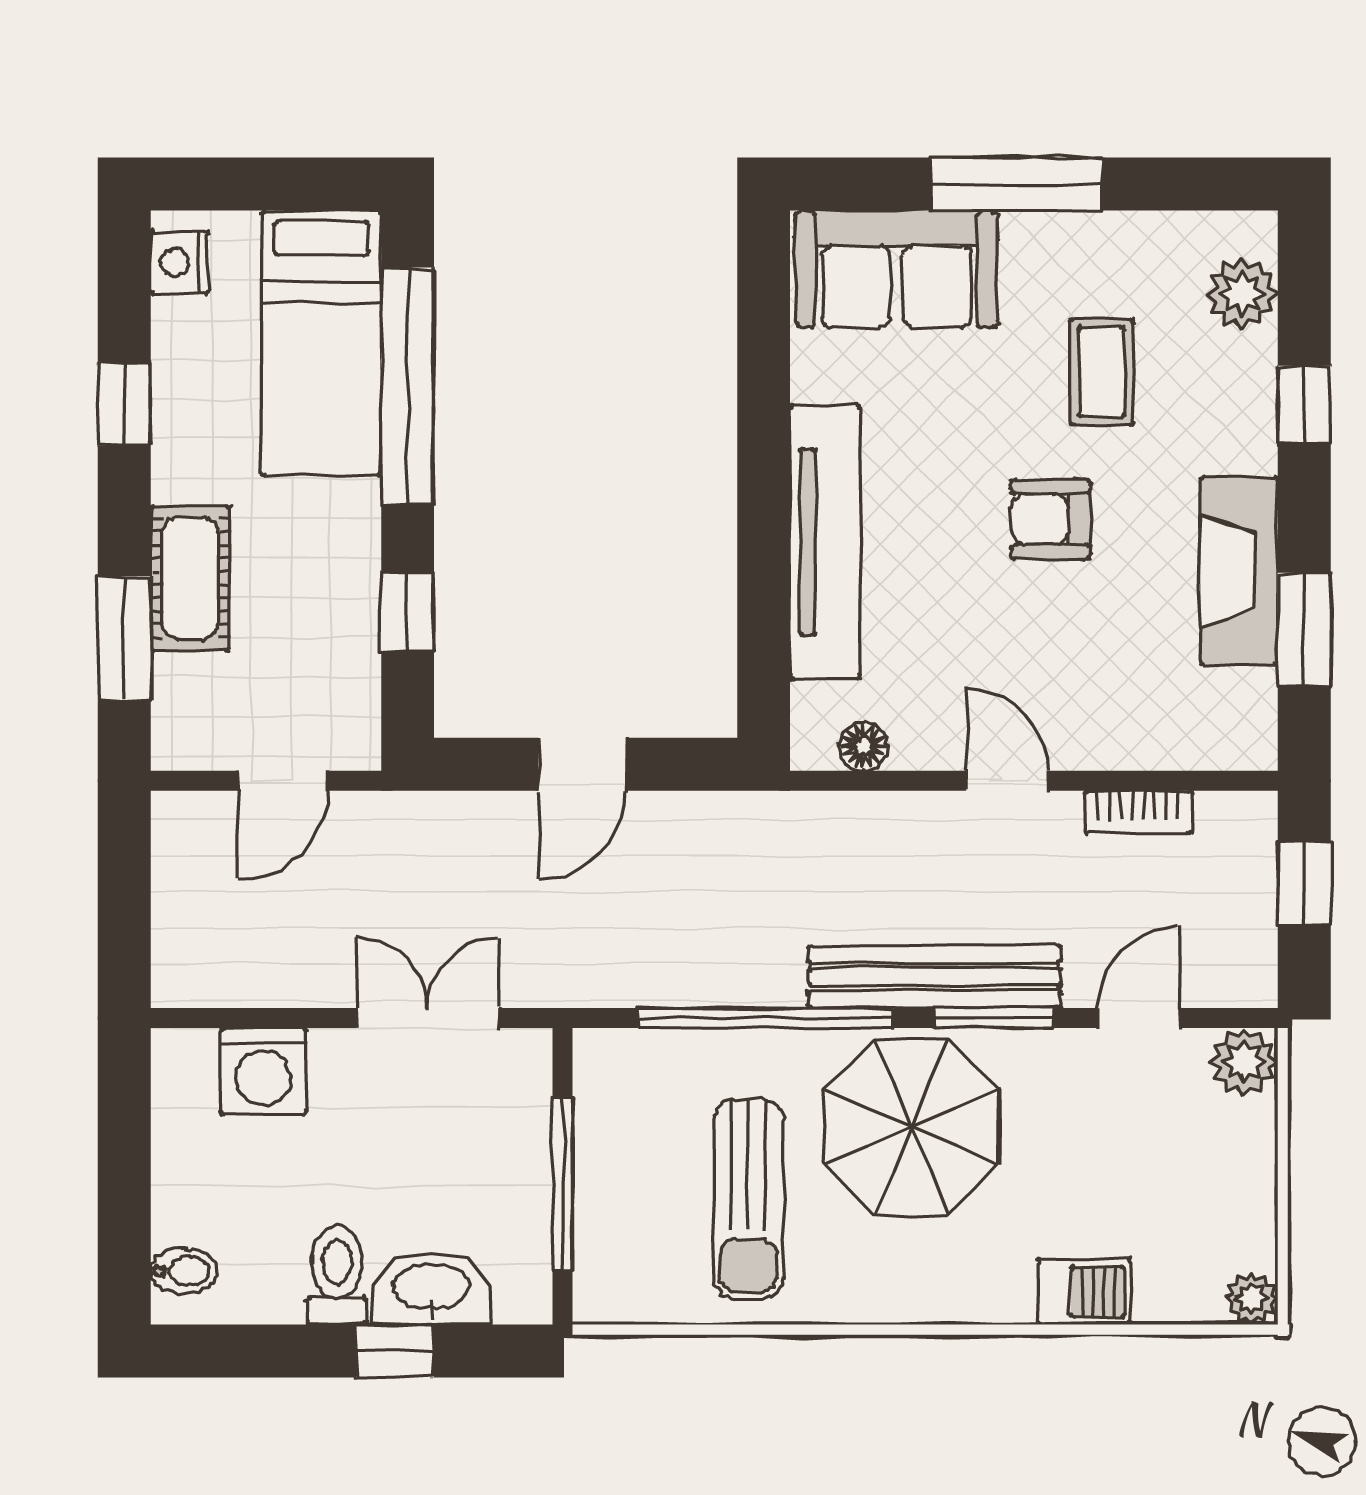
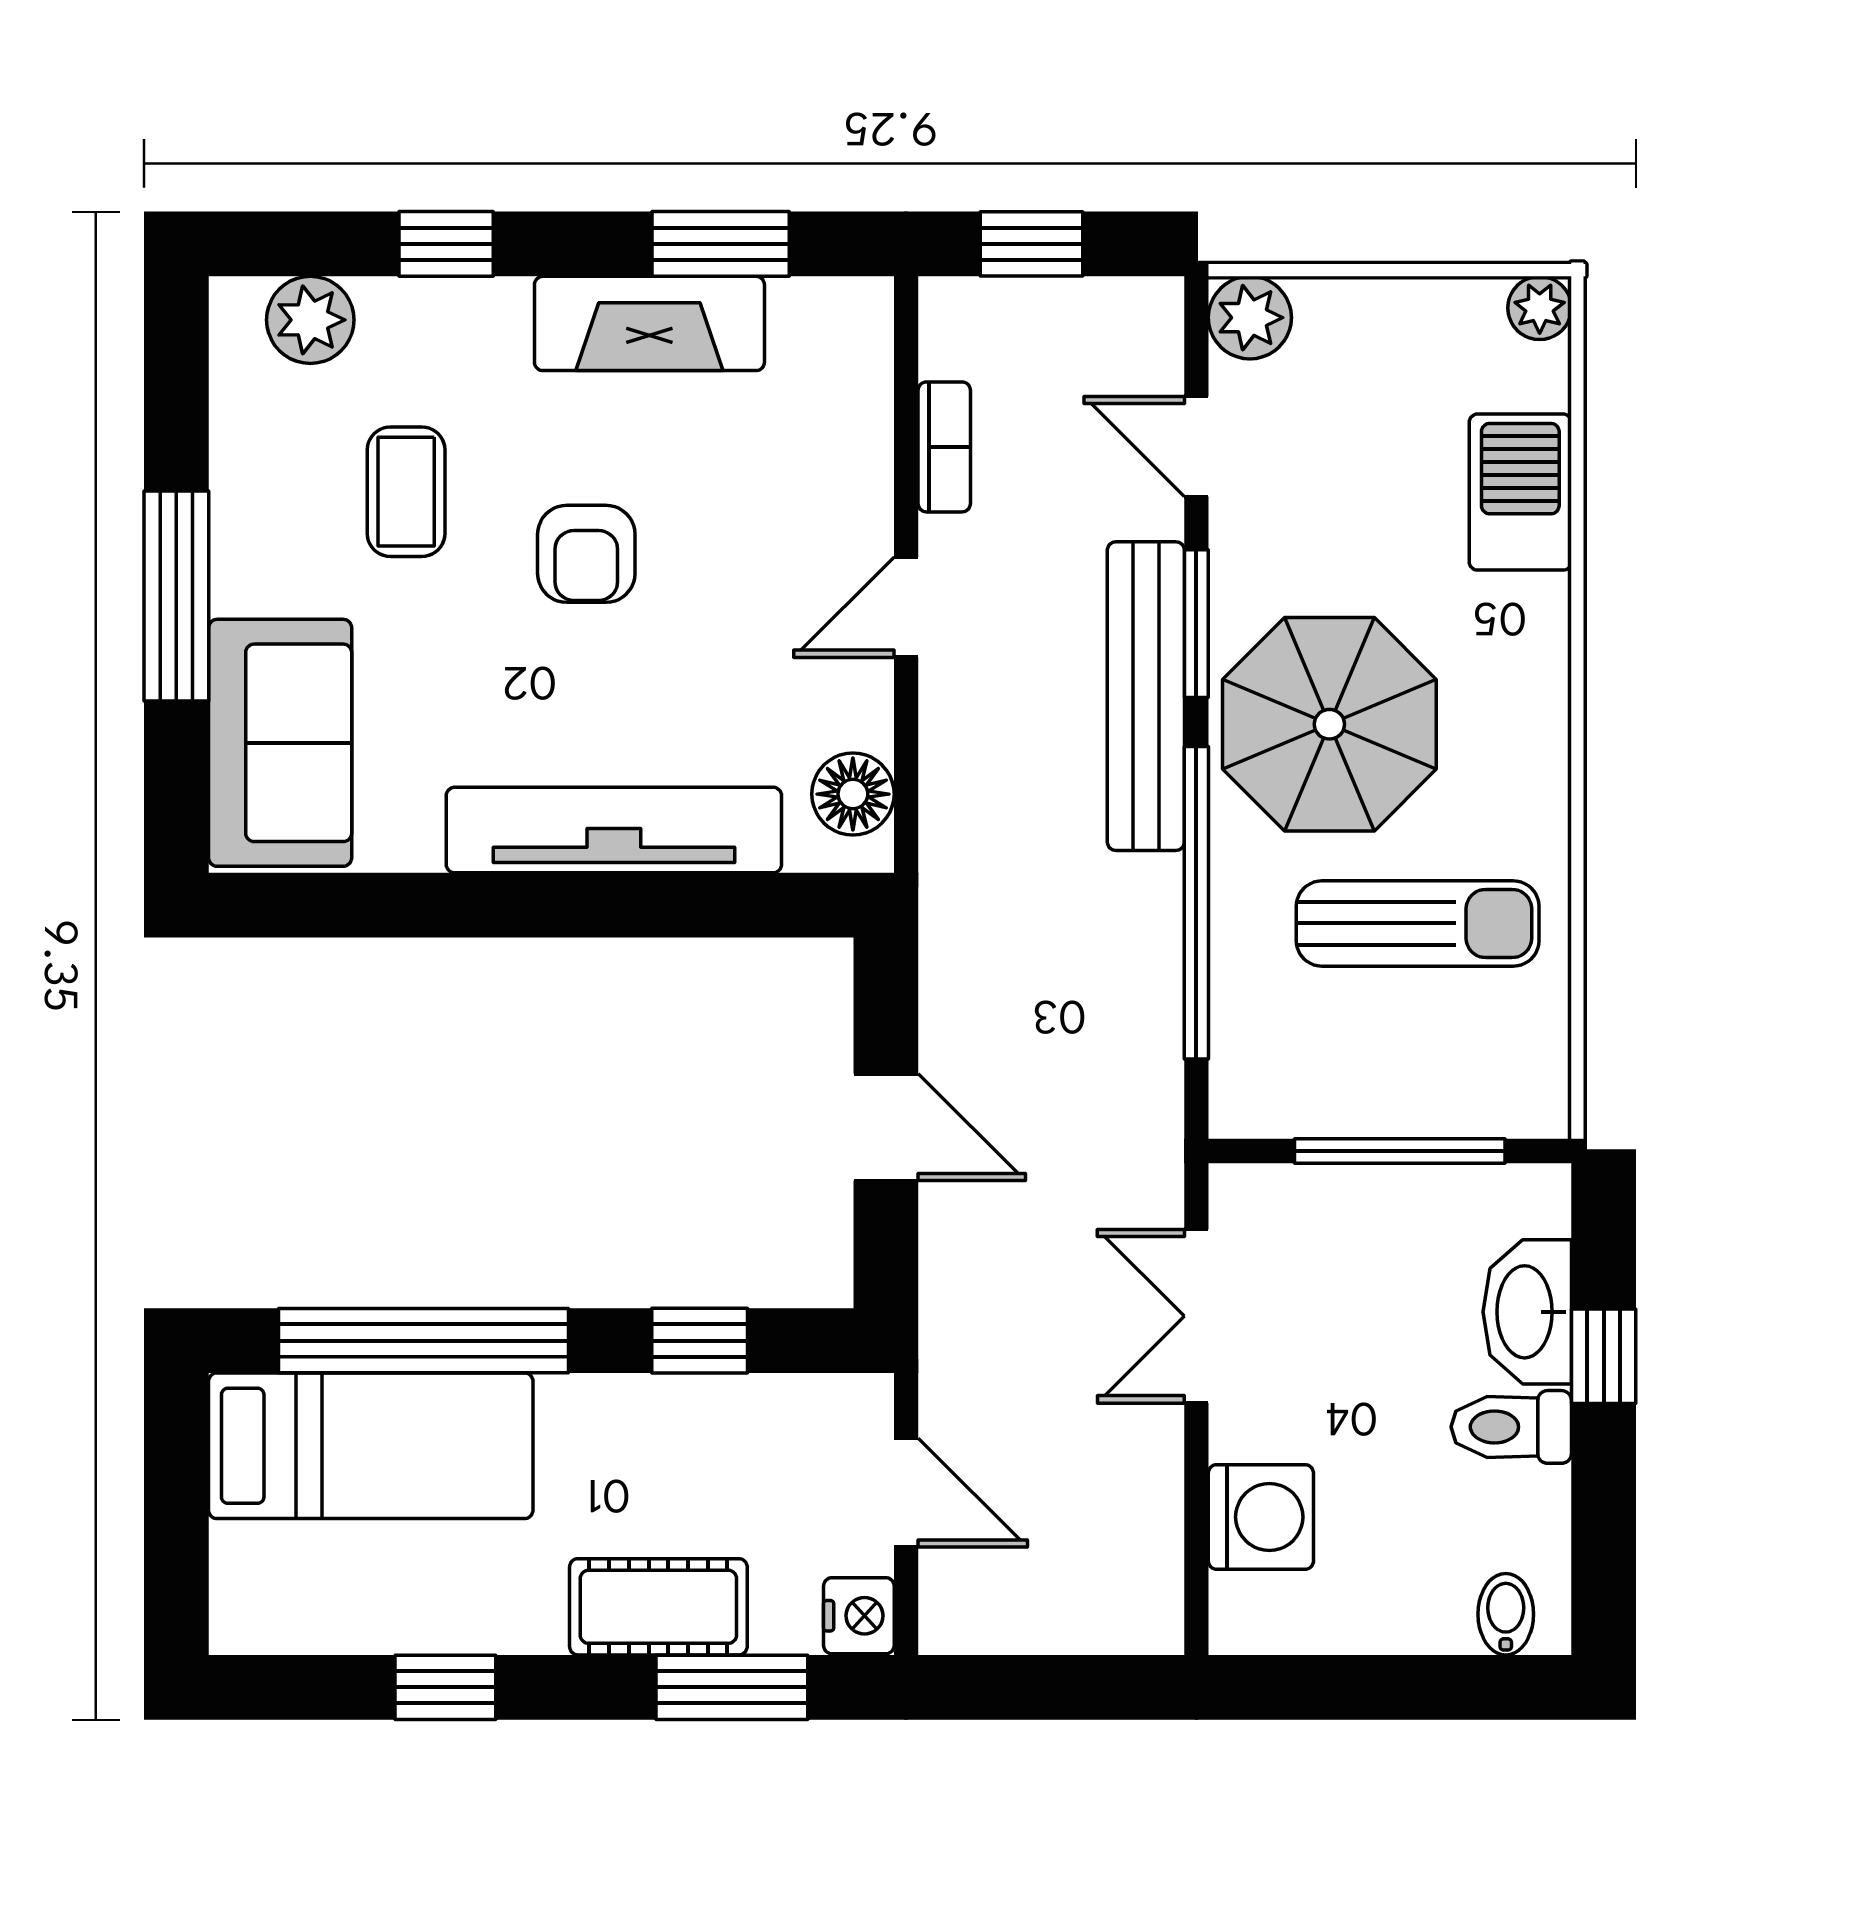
nightstand: (179, 262) -> (859, 1616), moved, turned -90
coffee table: (1102, 372) -> (406, 492), turned 90
floor lamp: (864, 746) -> (853, 794), width x1.37, depth x1.37
barbecue: (1084, 1292) -> (1520, 492), width x1.38, depth x1.27

